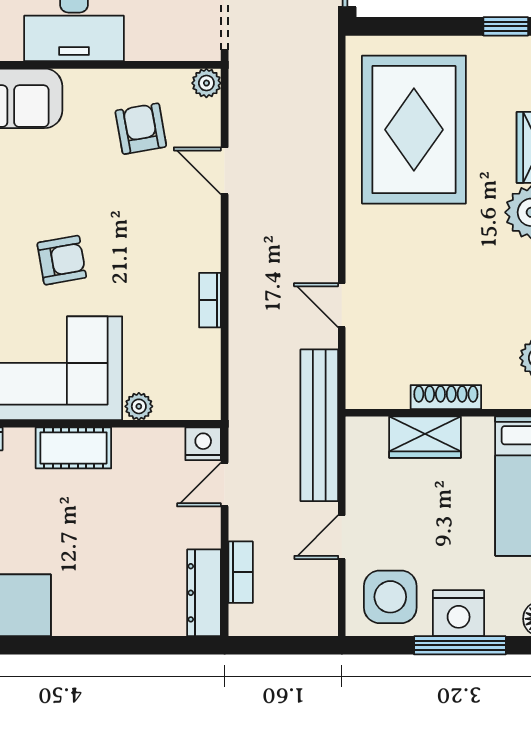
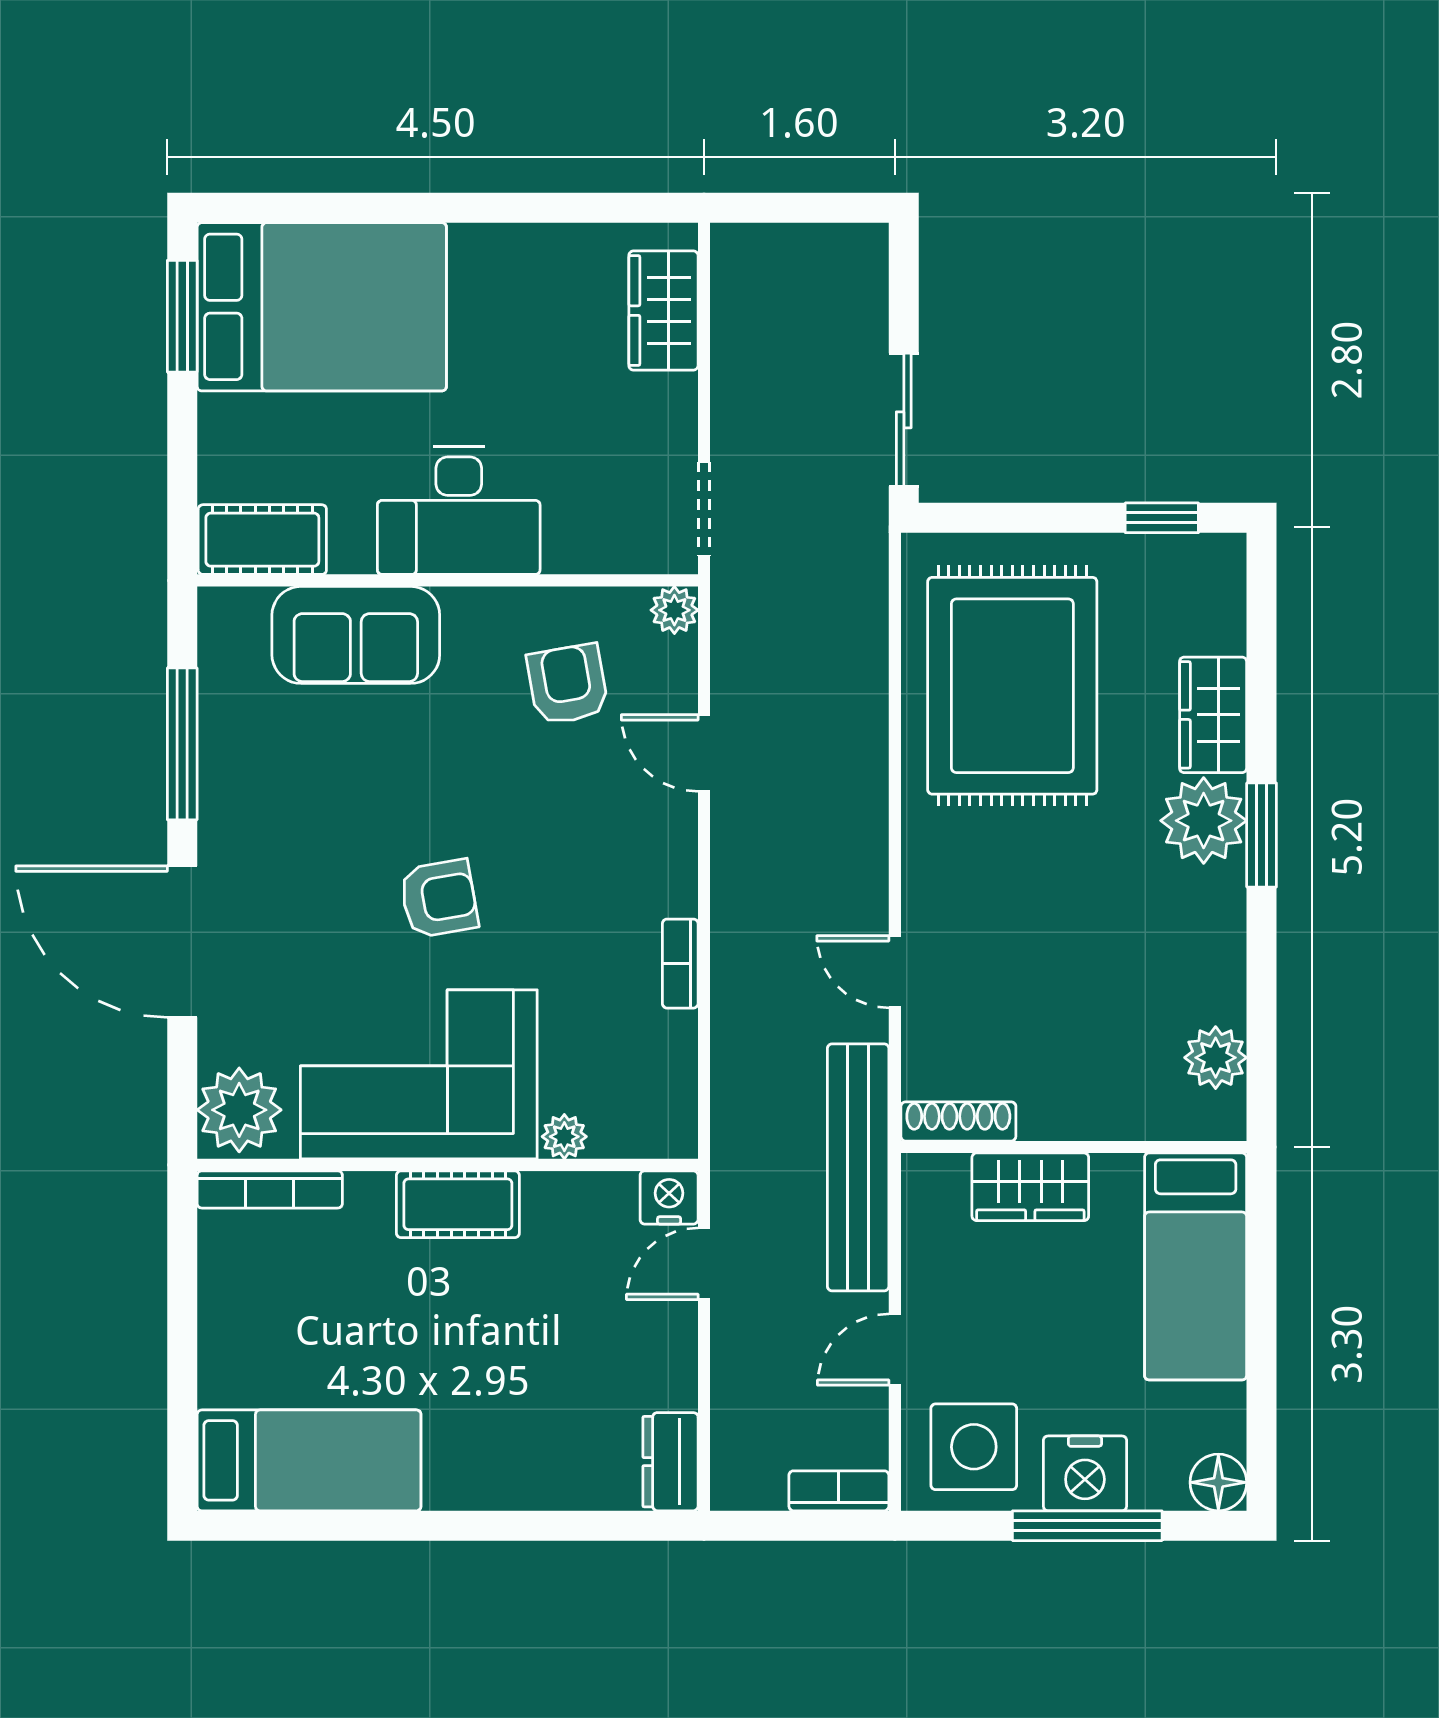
shoe rack: (446, 397) -> (958, 1121), moved
bookcase: (241, 572) -> (839, 1491), moved, turned -90
dresser: (204, 593) -> (670, 1462), width x0.70

